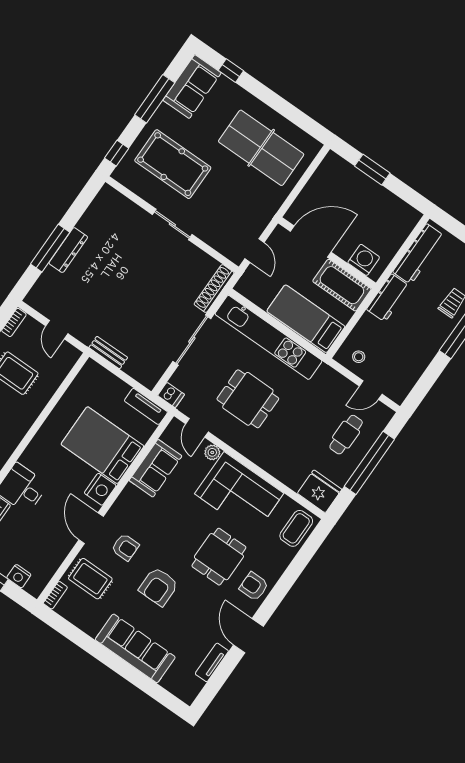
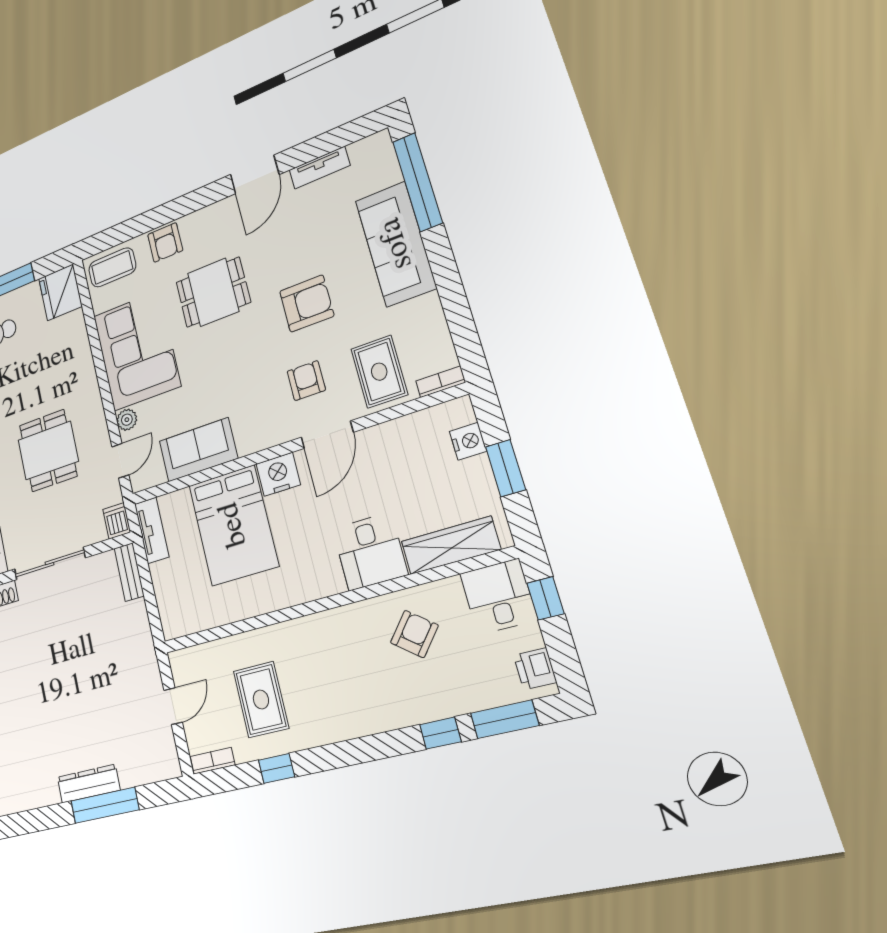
bench: (108, 353) -> (129, 572), moved
armchair: (254, 586) -> (165, 242), moved
window: (150, 687) -> (417, 182), added

